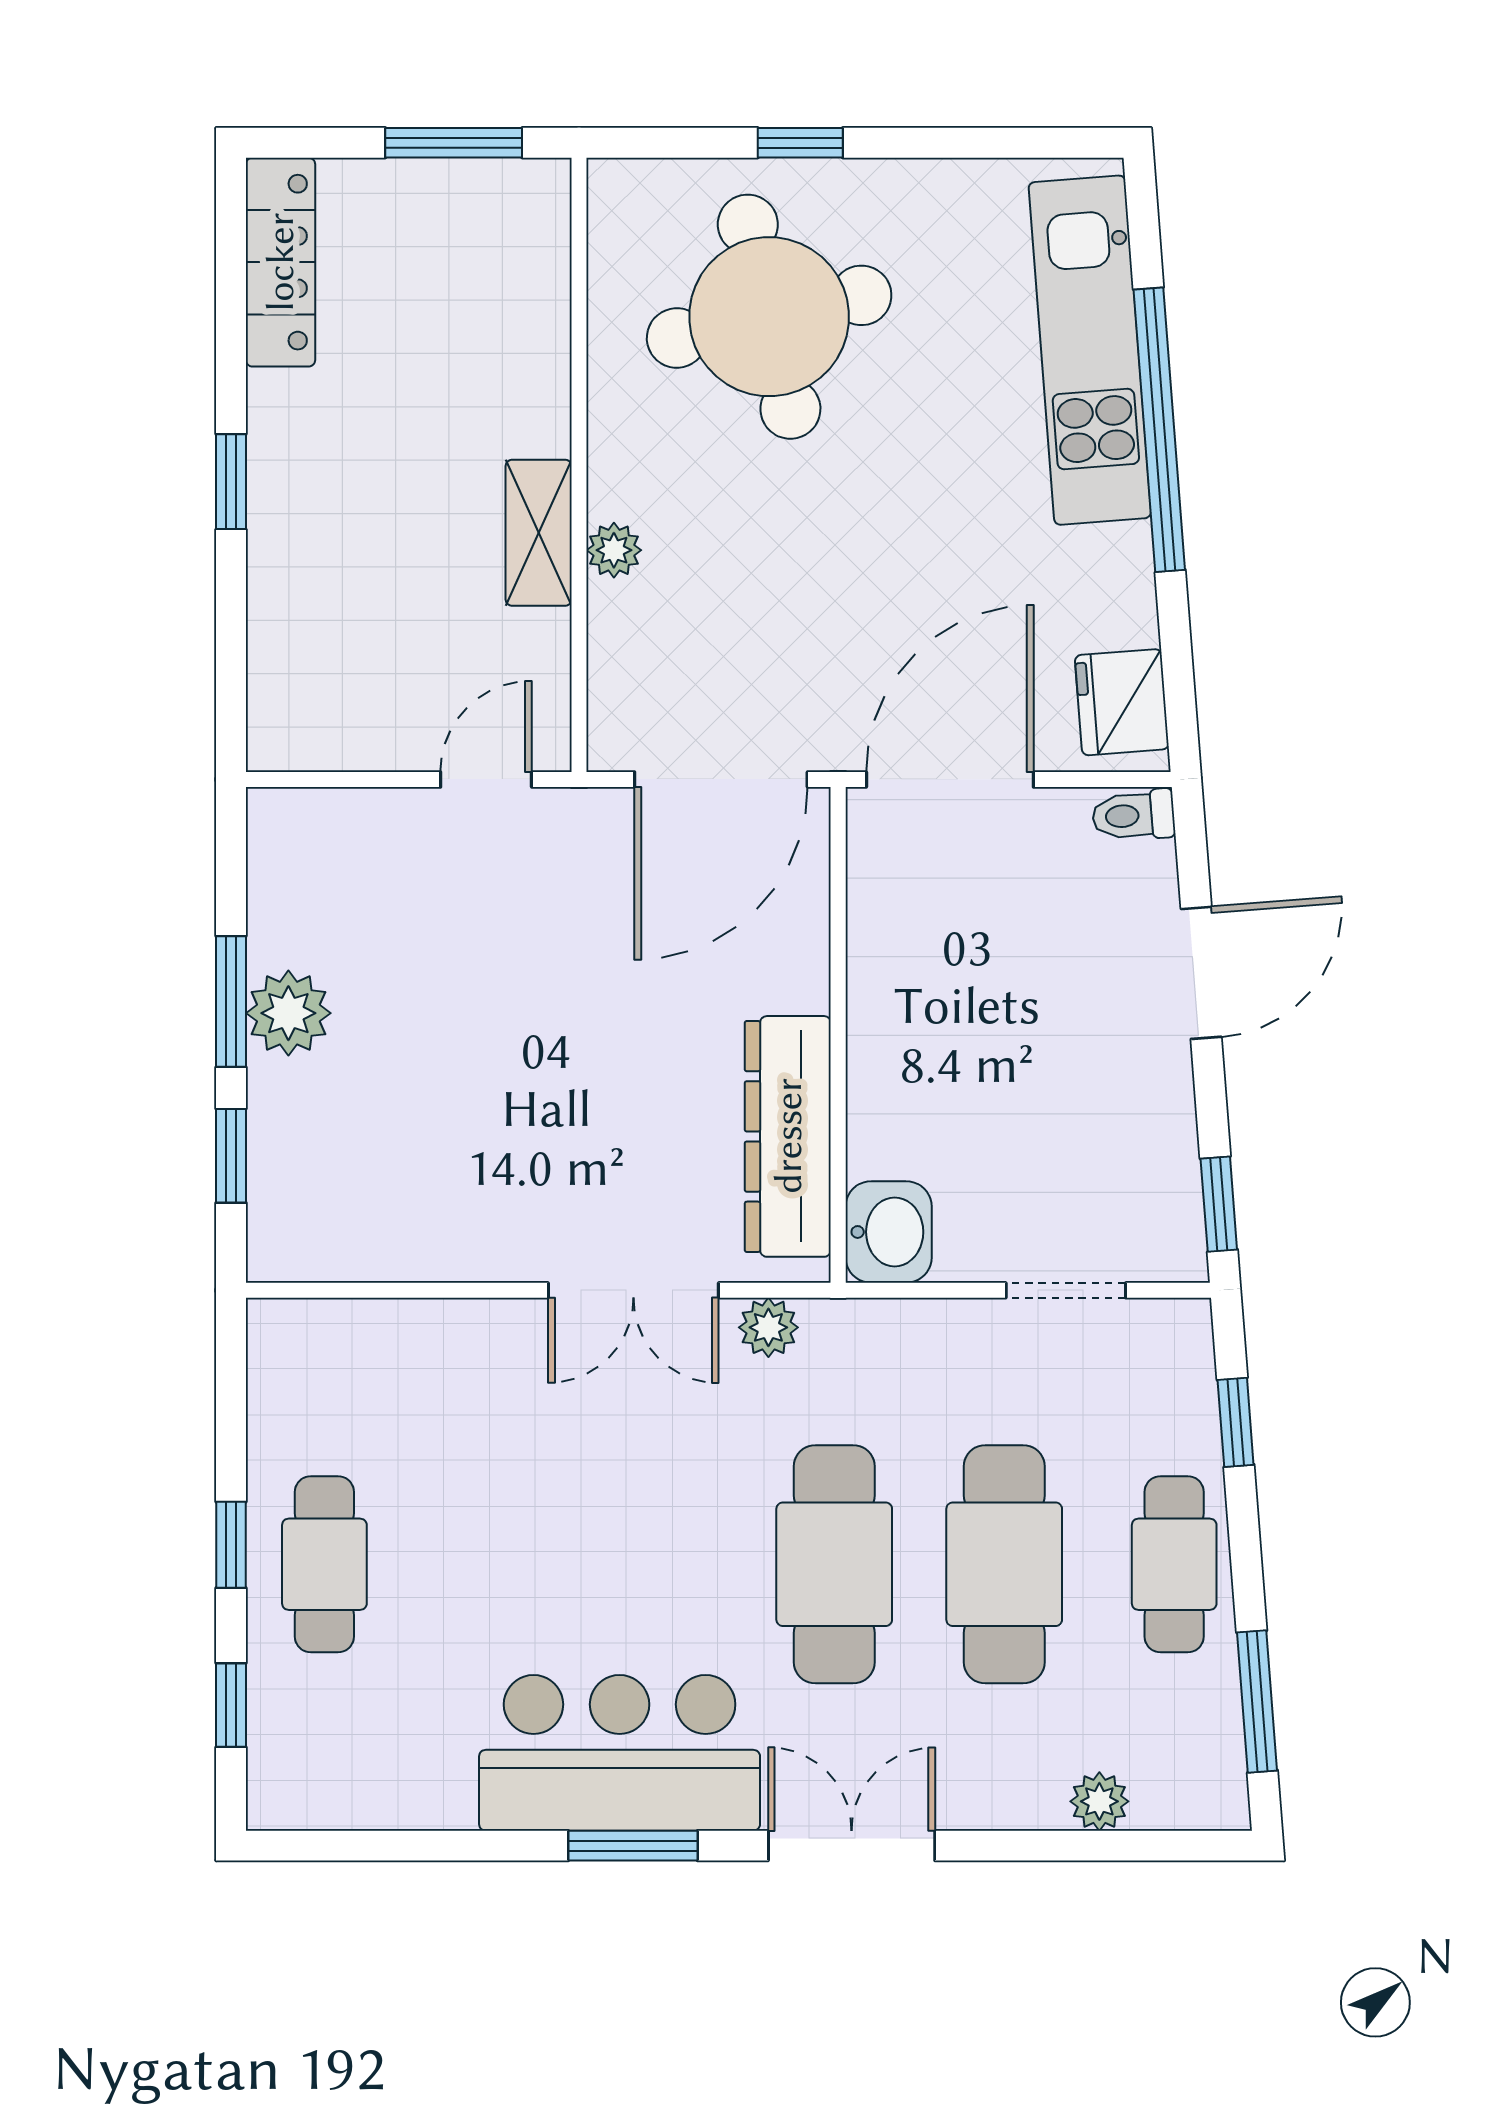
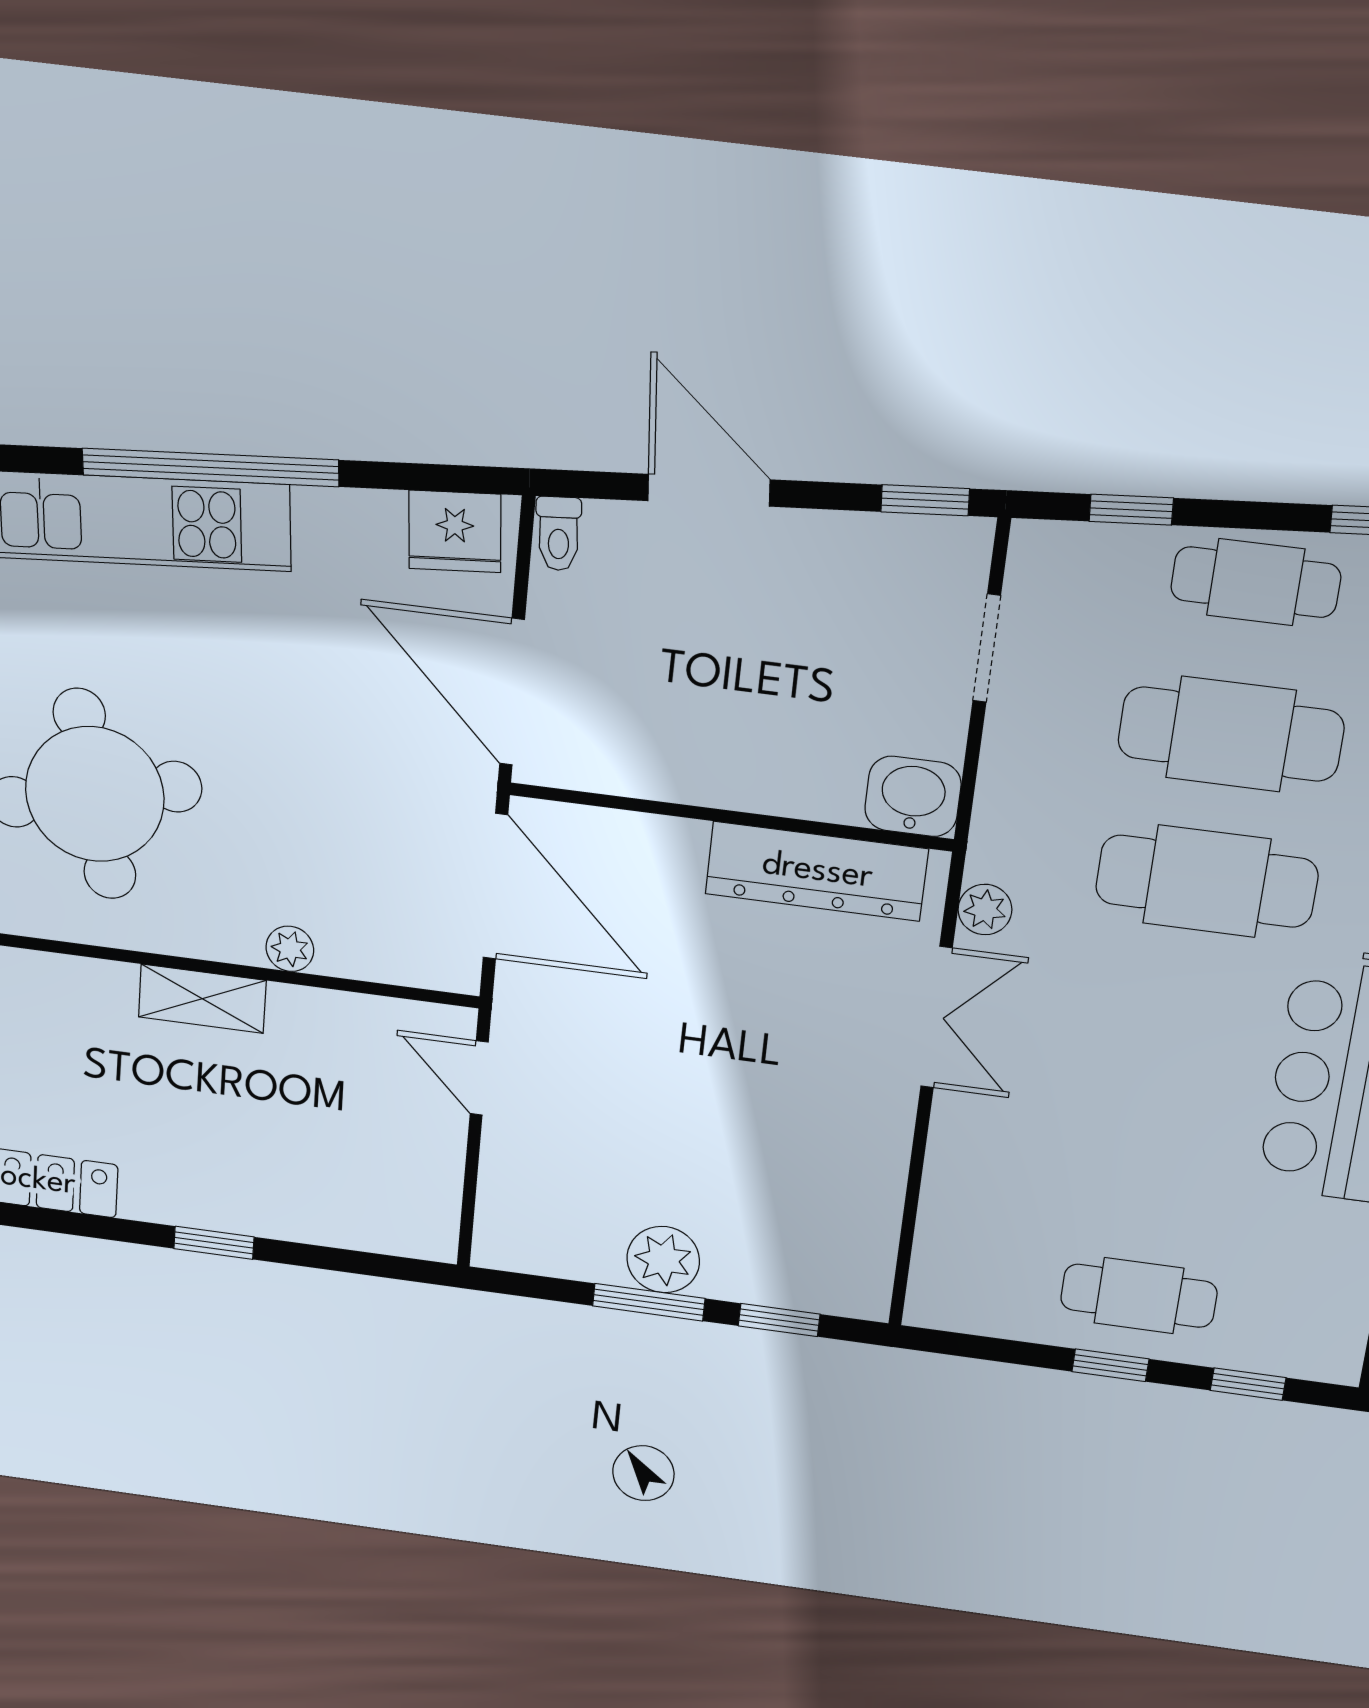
shelving: (539, 533) -> (202, 999), moved

